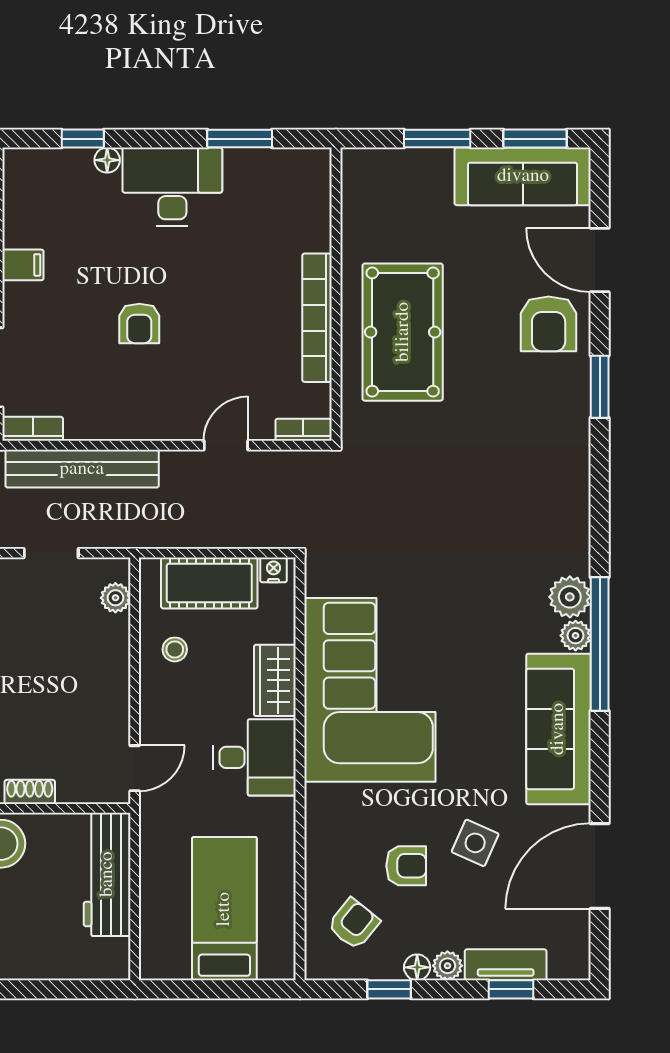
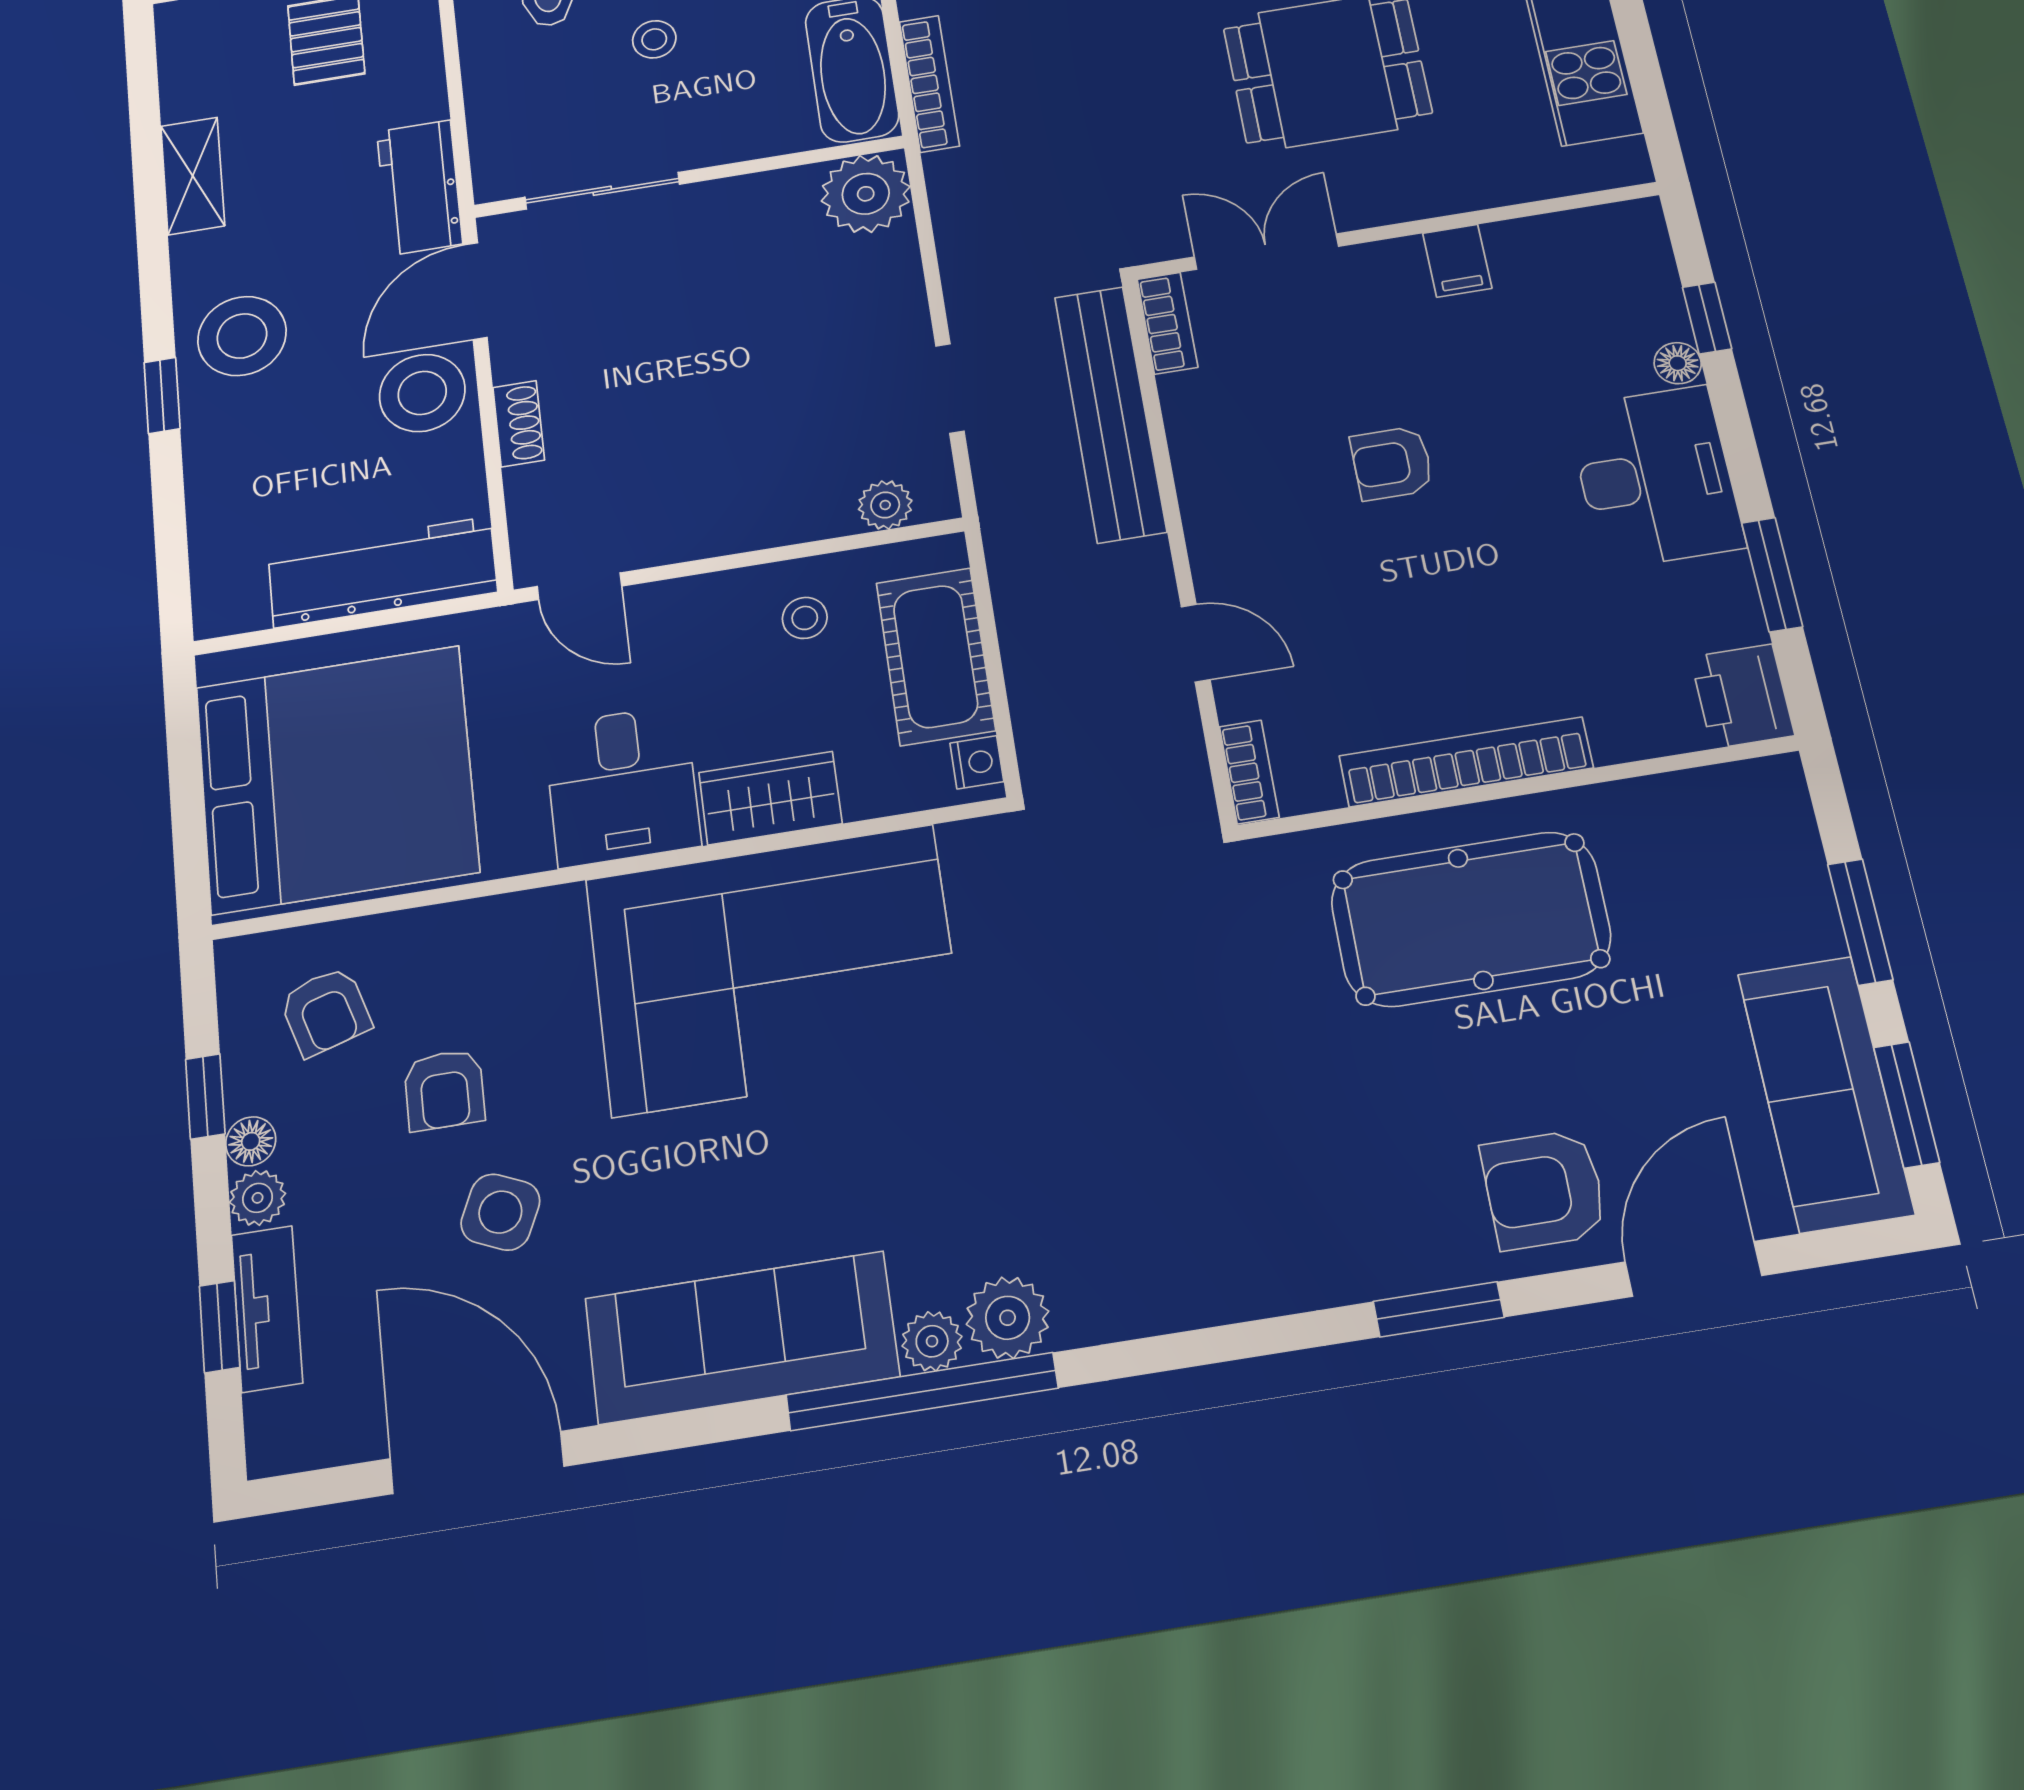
printer: (305, 169) -> (1742, 696), added
bed: (224, 909) -> (336, 779), width x2.04
armchair: (354, 924) -> (326, 1011), turned 34

